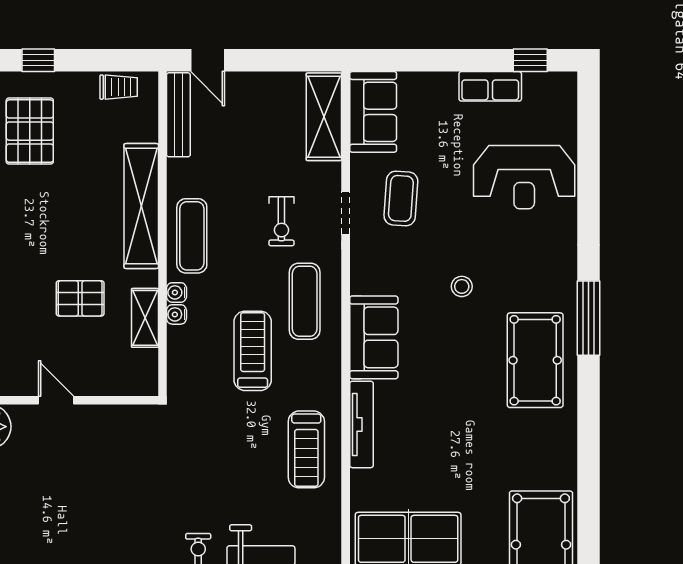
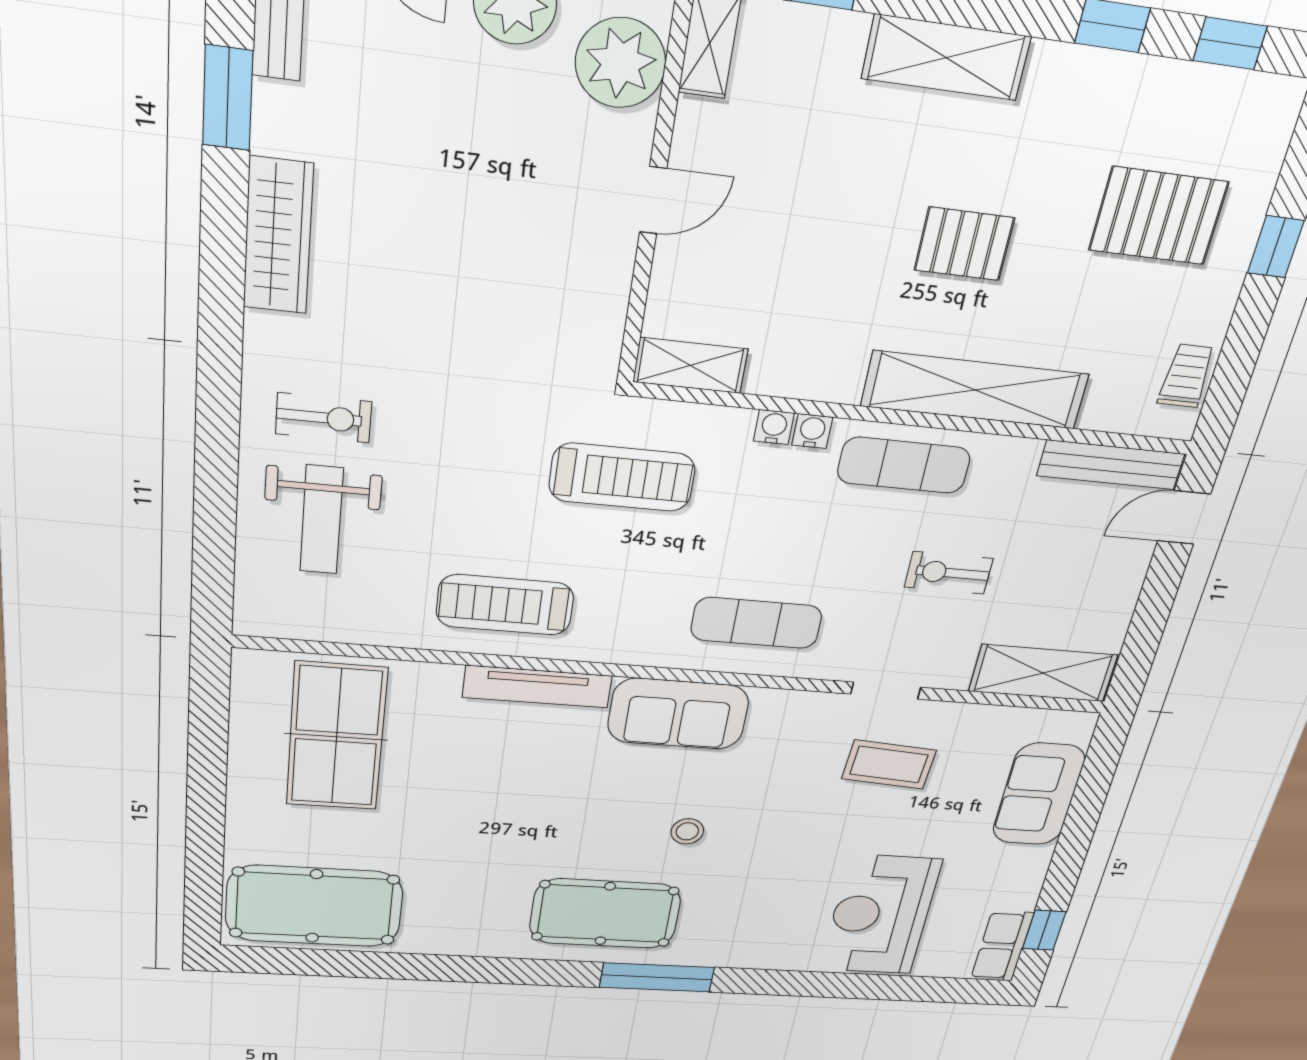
row of seats: (490, 86) -> (1002, 946), moved
trolley: (119, 87) -> (1186, 376), turned 180
sofa: (373, 112) -> (1039, 794), moved, turned 90
exercise bike: (281, 221) -> (949, 573), moved
stool: (462, 286) -> (687, 831), moved
pallet: (80, 298) -> (964, 244), moved, turned 90
shelving: (145, 318) -> (690, 365), moved
treadmill: (253, 351) -> (622, 477), moved

